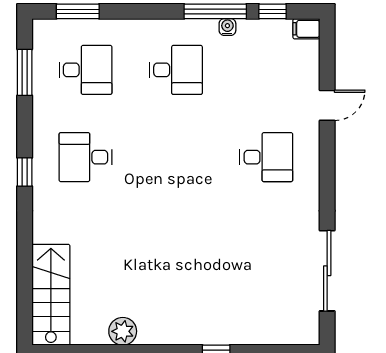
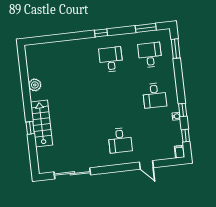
window: (215, 11) -> (183, 110), width x0.46
desk: (86, 70) -> (150, 55), turned 180
stairs: (51, 295) -> (42, 124), moved, turned -90

